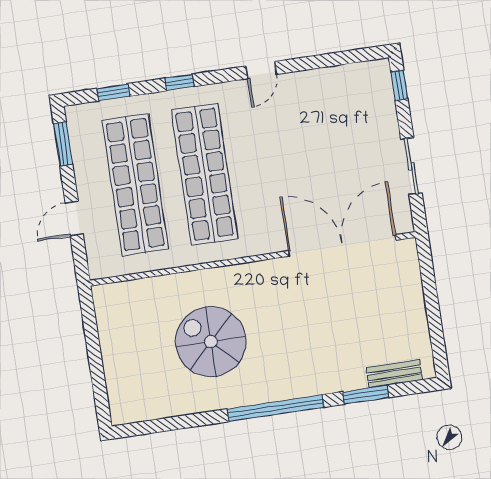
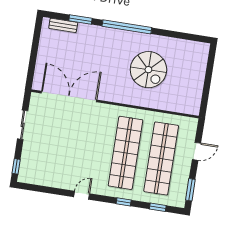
double door: (342, 245) -> (69, 97), swing flipped

